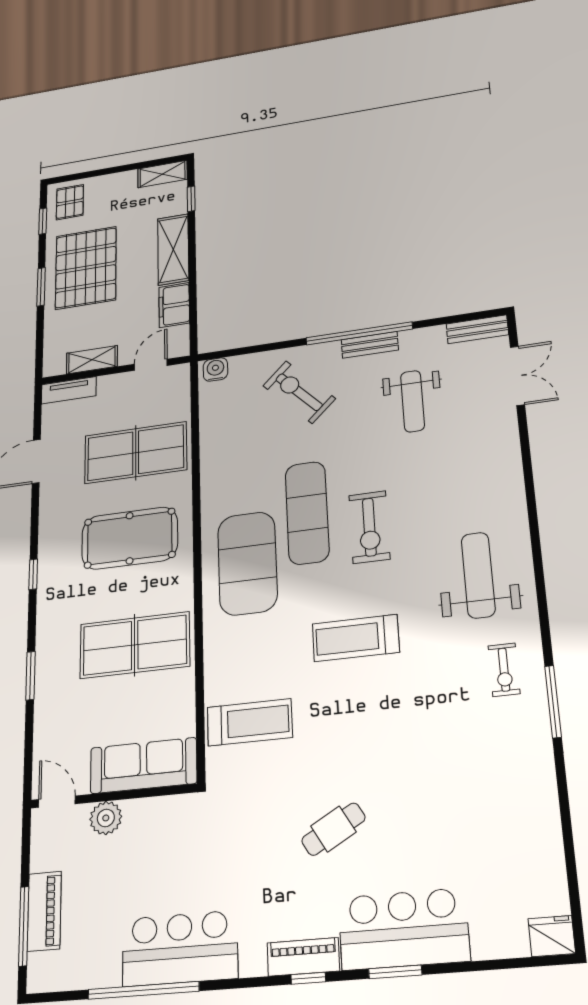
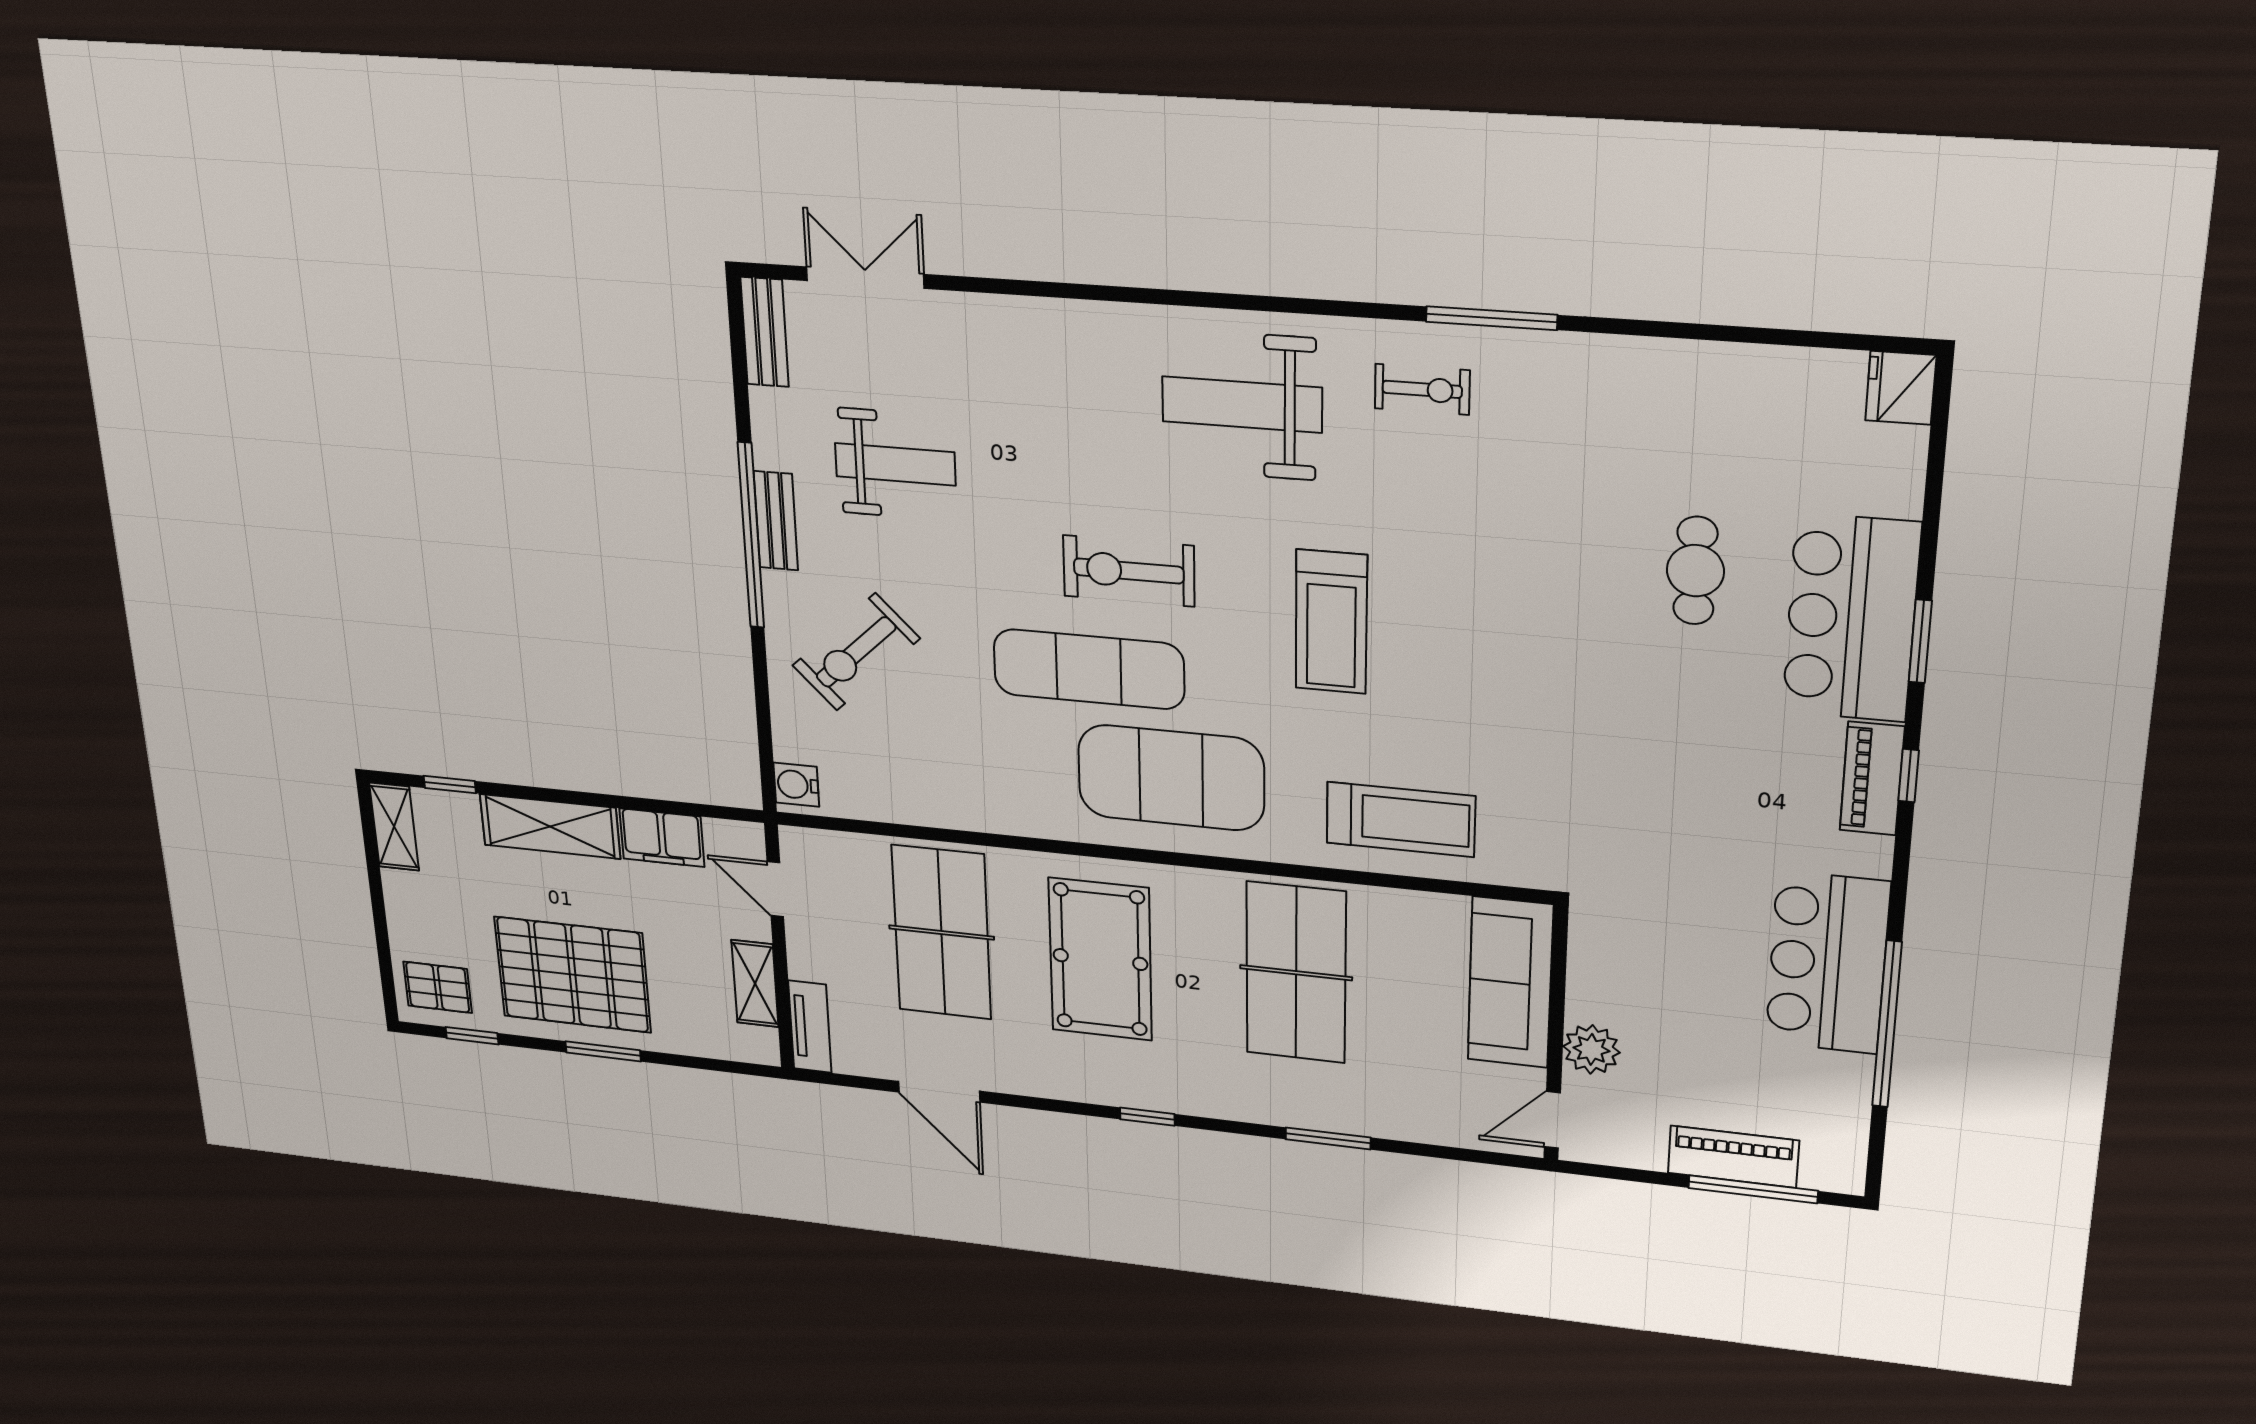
exercise bike: (369, 527) -> (1129, 571), turned 180
treadmill: (250, 722) -> (1401, 820), moved, turned 90
cafe table: (333, 829) -> (1695, 571), moved, turned 30

